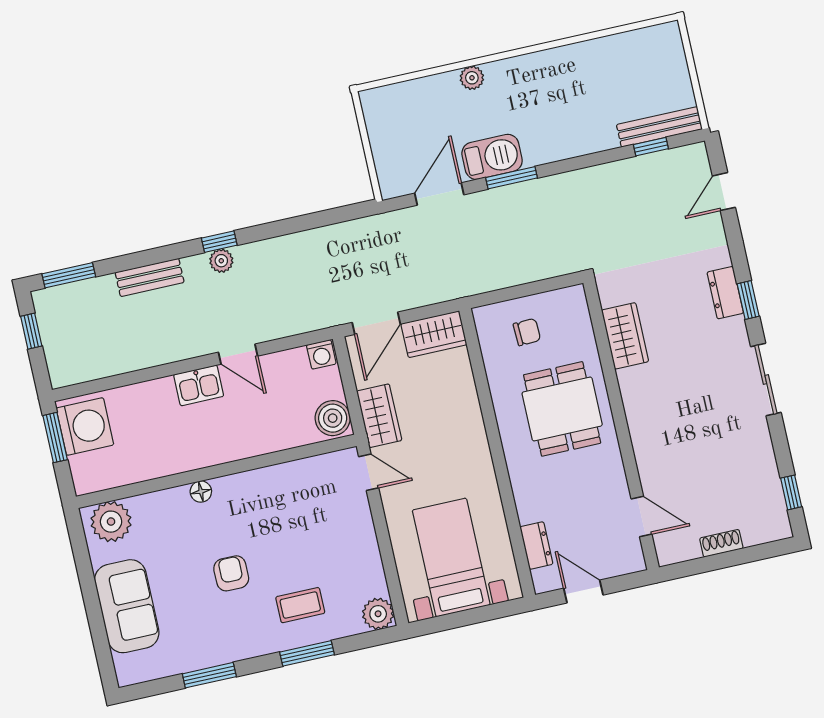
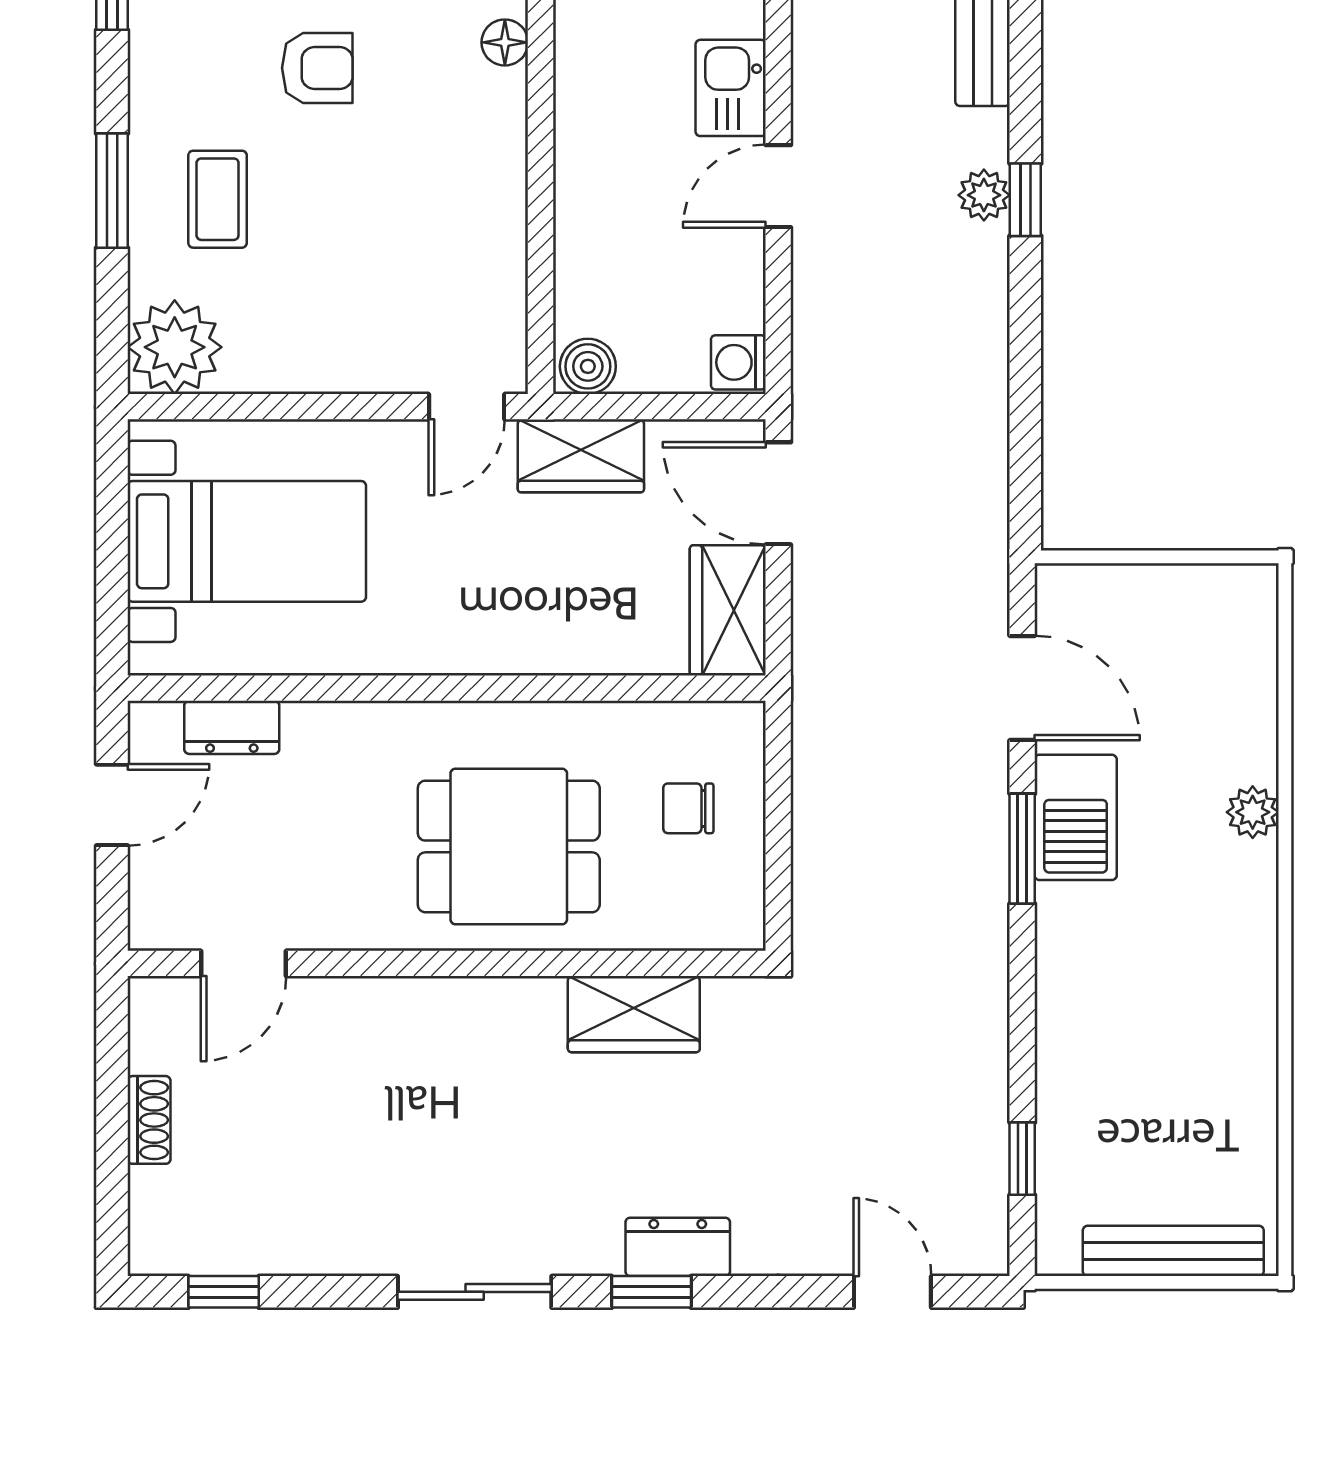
bench: (659, 127) -> (1173, 1251), moved, turned 90
chair: (527, 332) -> (688, 808), turned 92
boiler: (333, 418) -> (588, 366), width x0.73, depth x0.73
plant: (378, 614) -> (175, 347), width x1.36, depth x1.36

